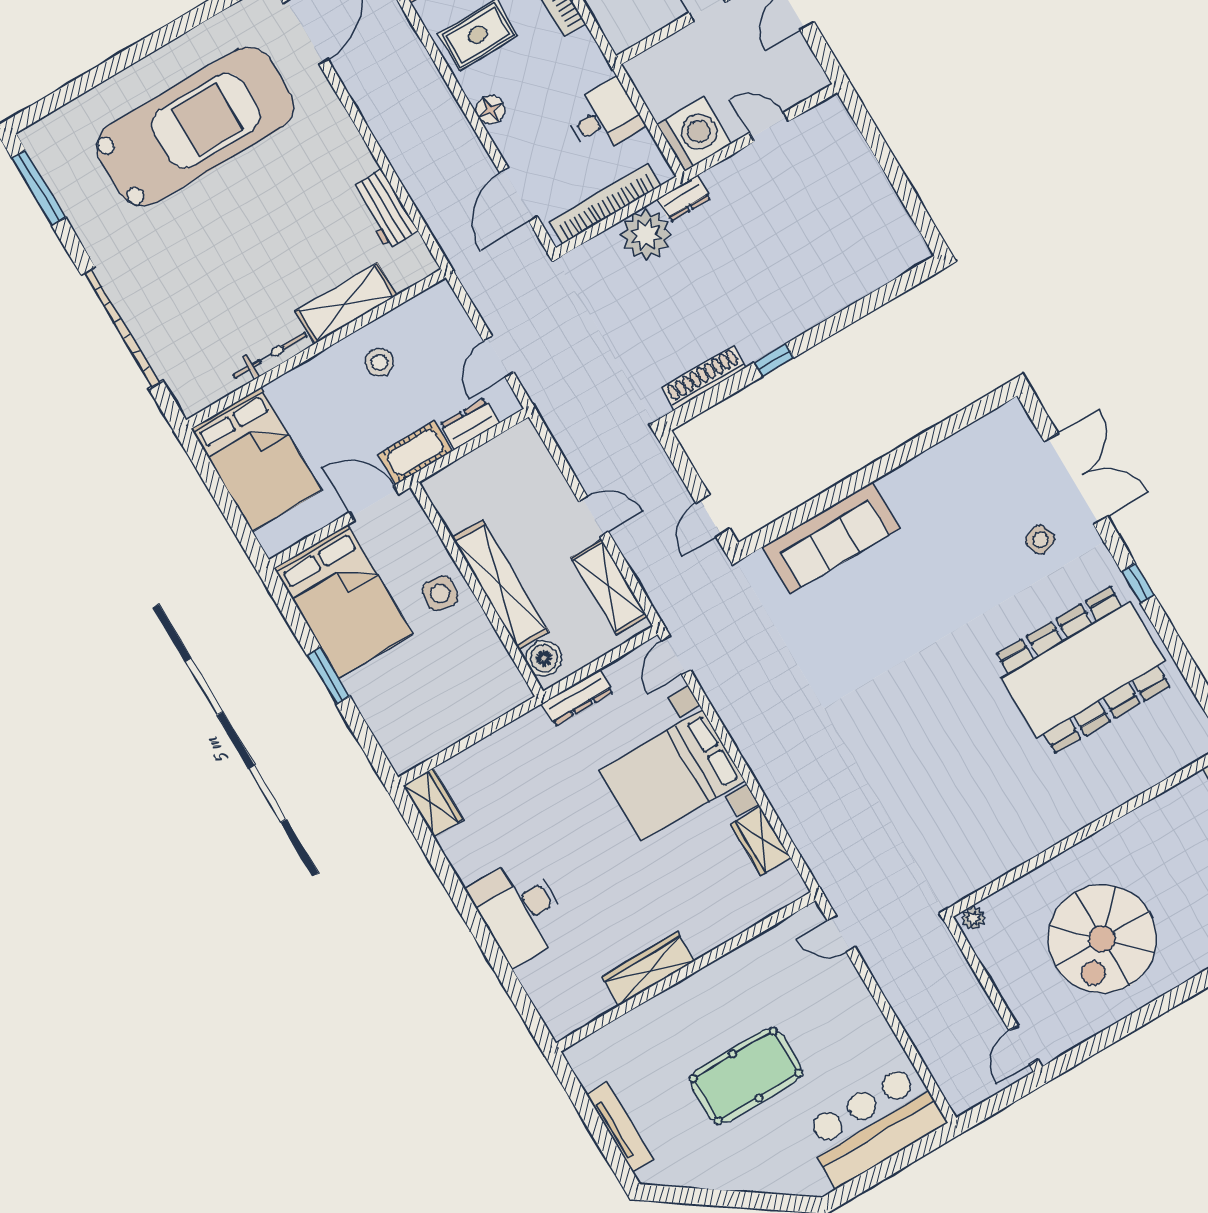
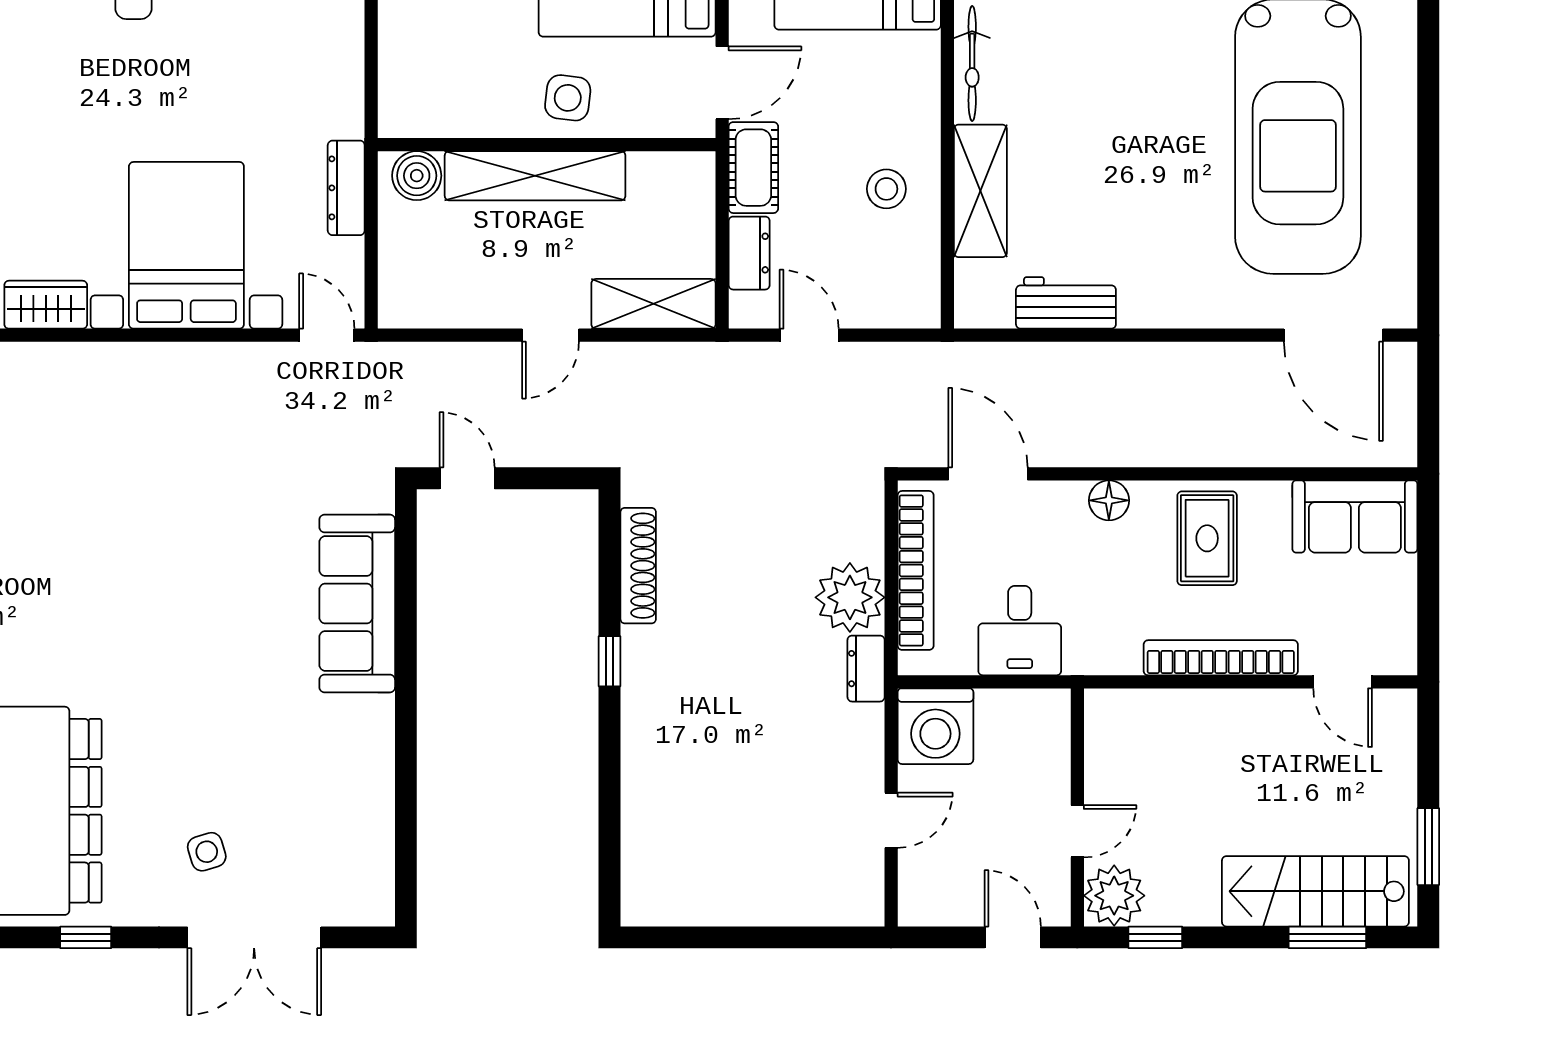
shelving: (609, 587) -> (653, 304), moved

